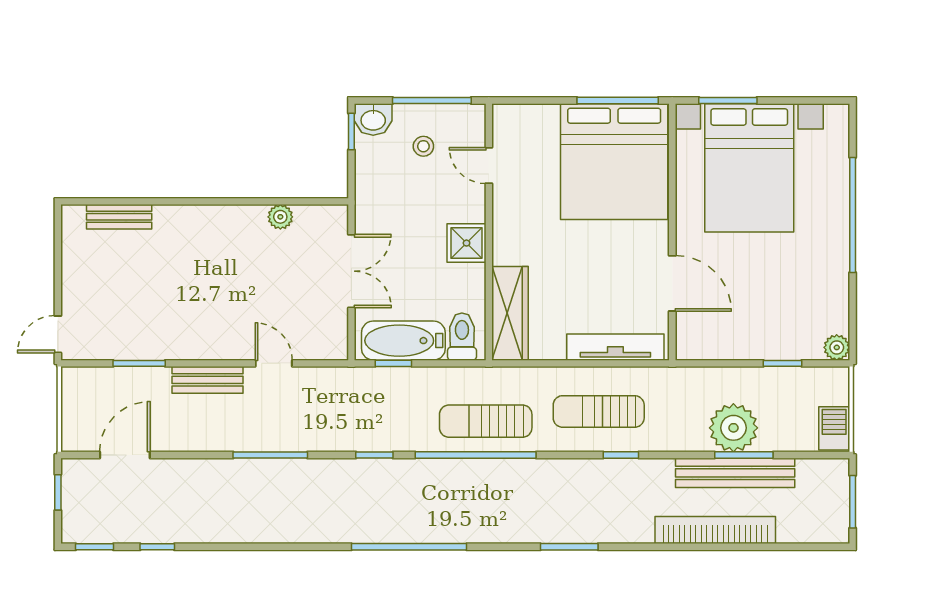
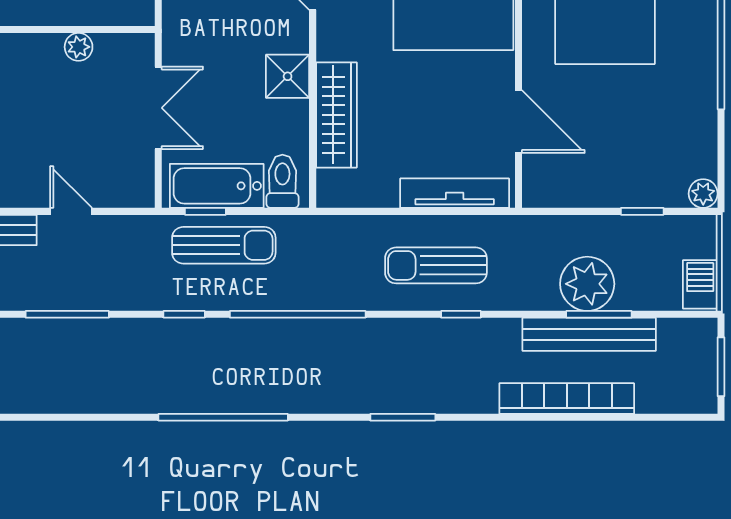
wardrobe: (510, 313) -> (336, 115), moved
sun lounger: (486, 421) -> (224, 245), moved, turned 180

